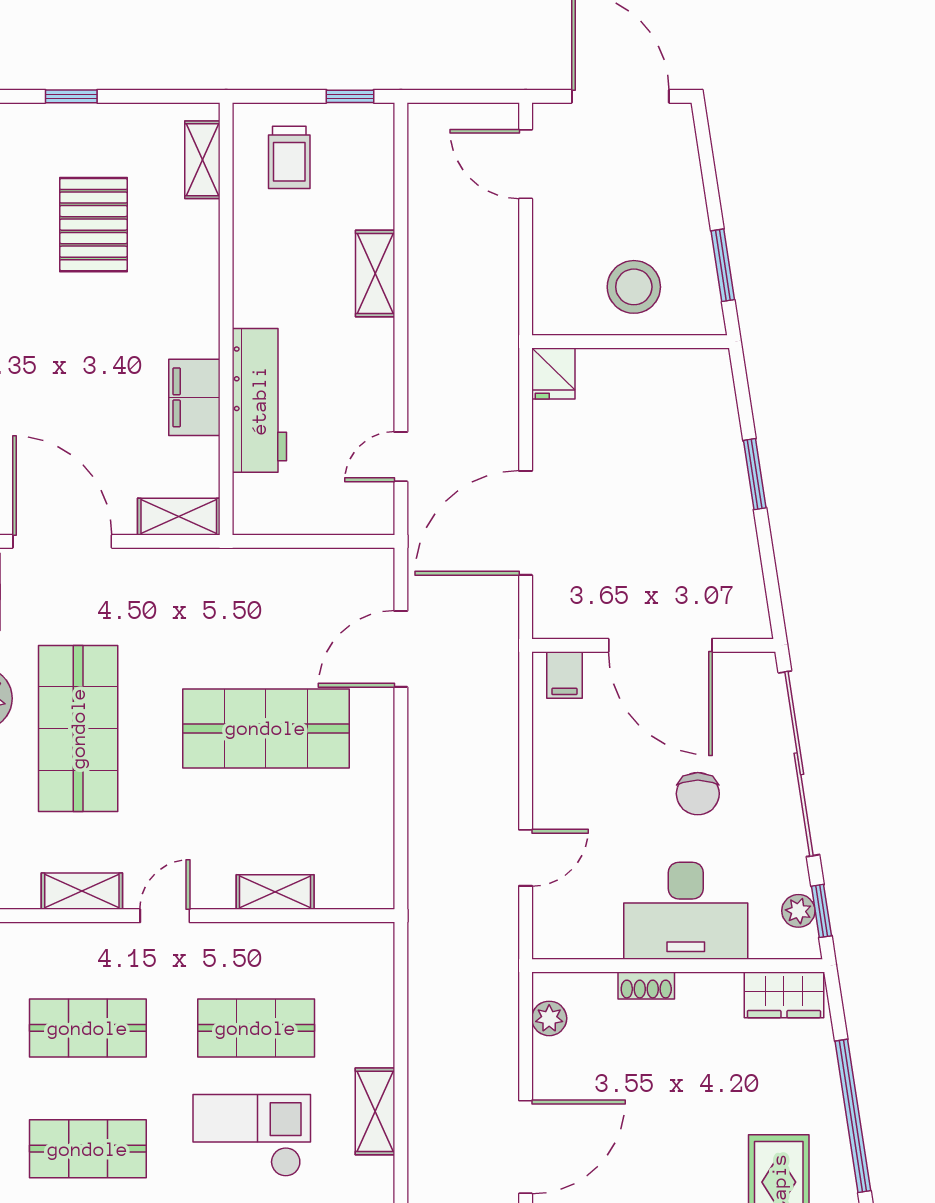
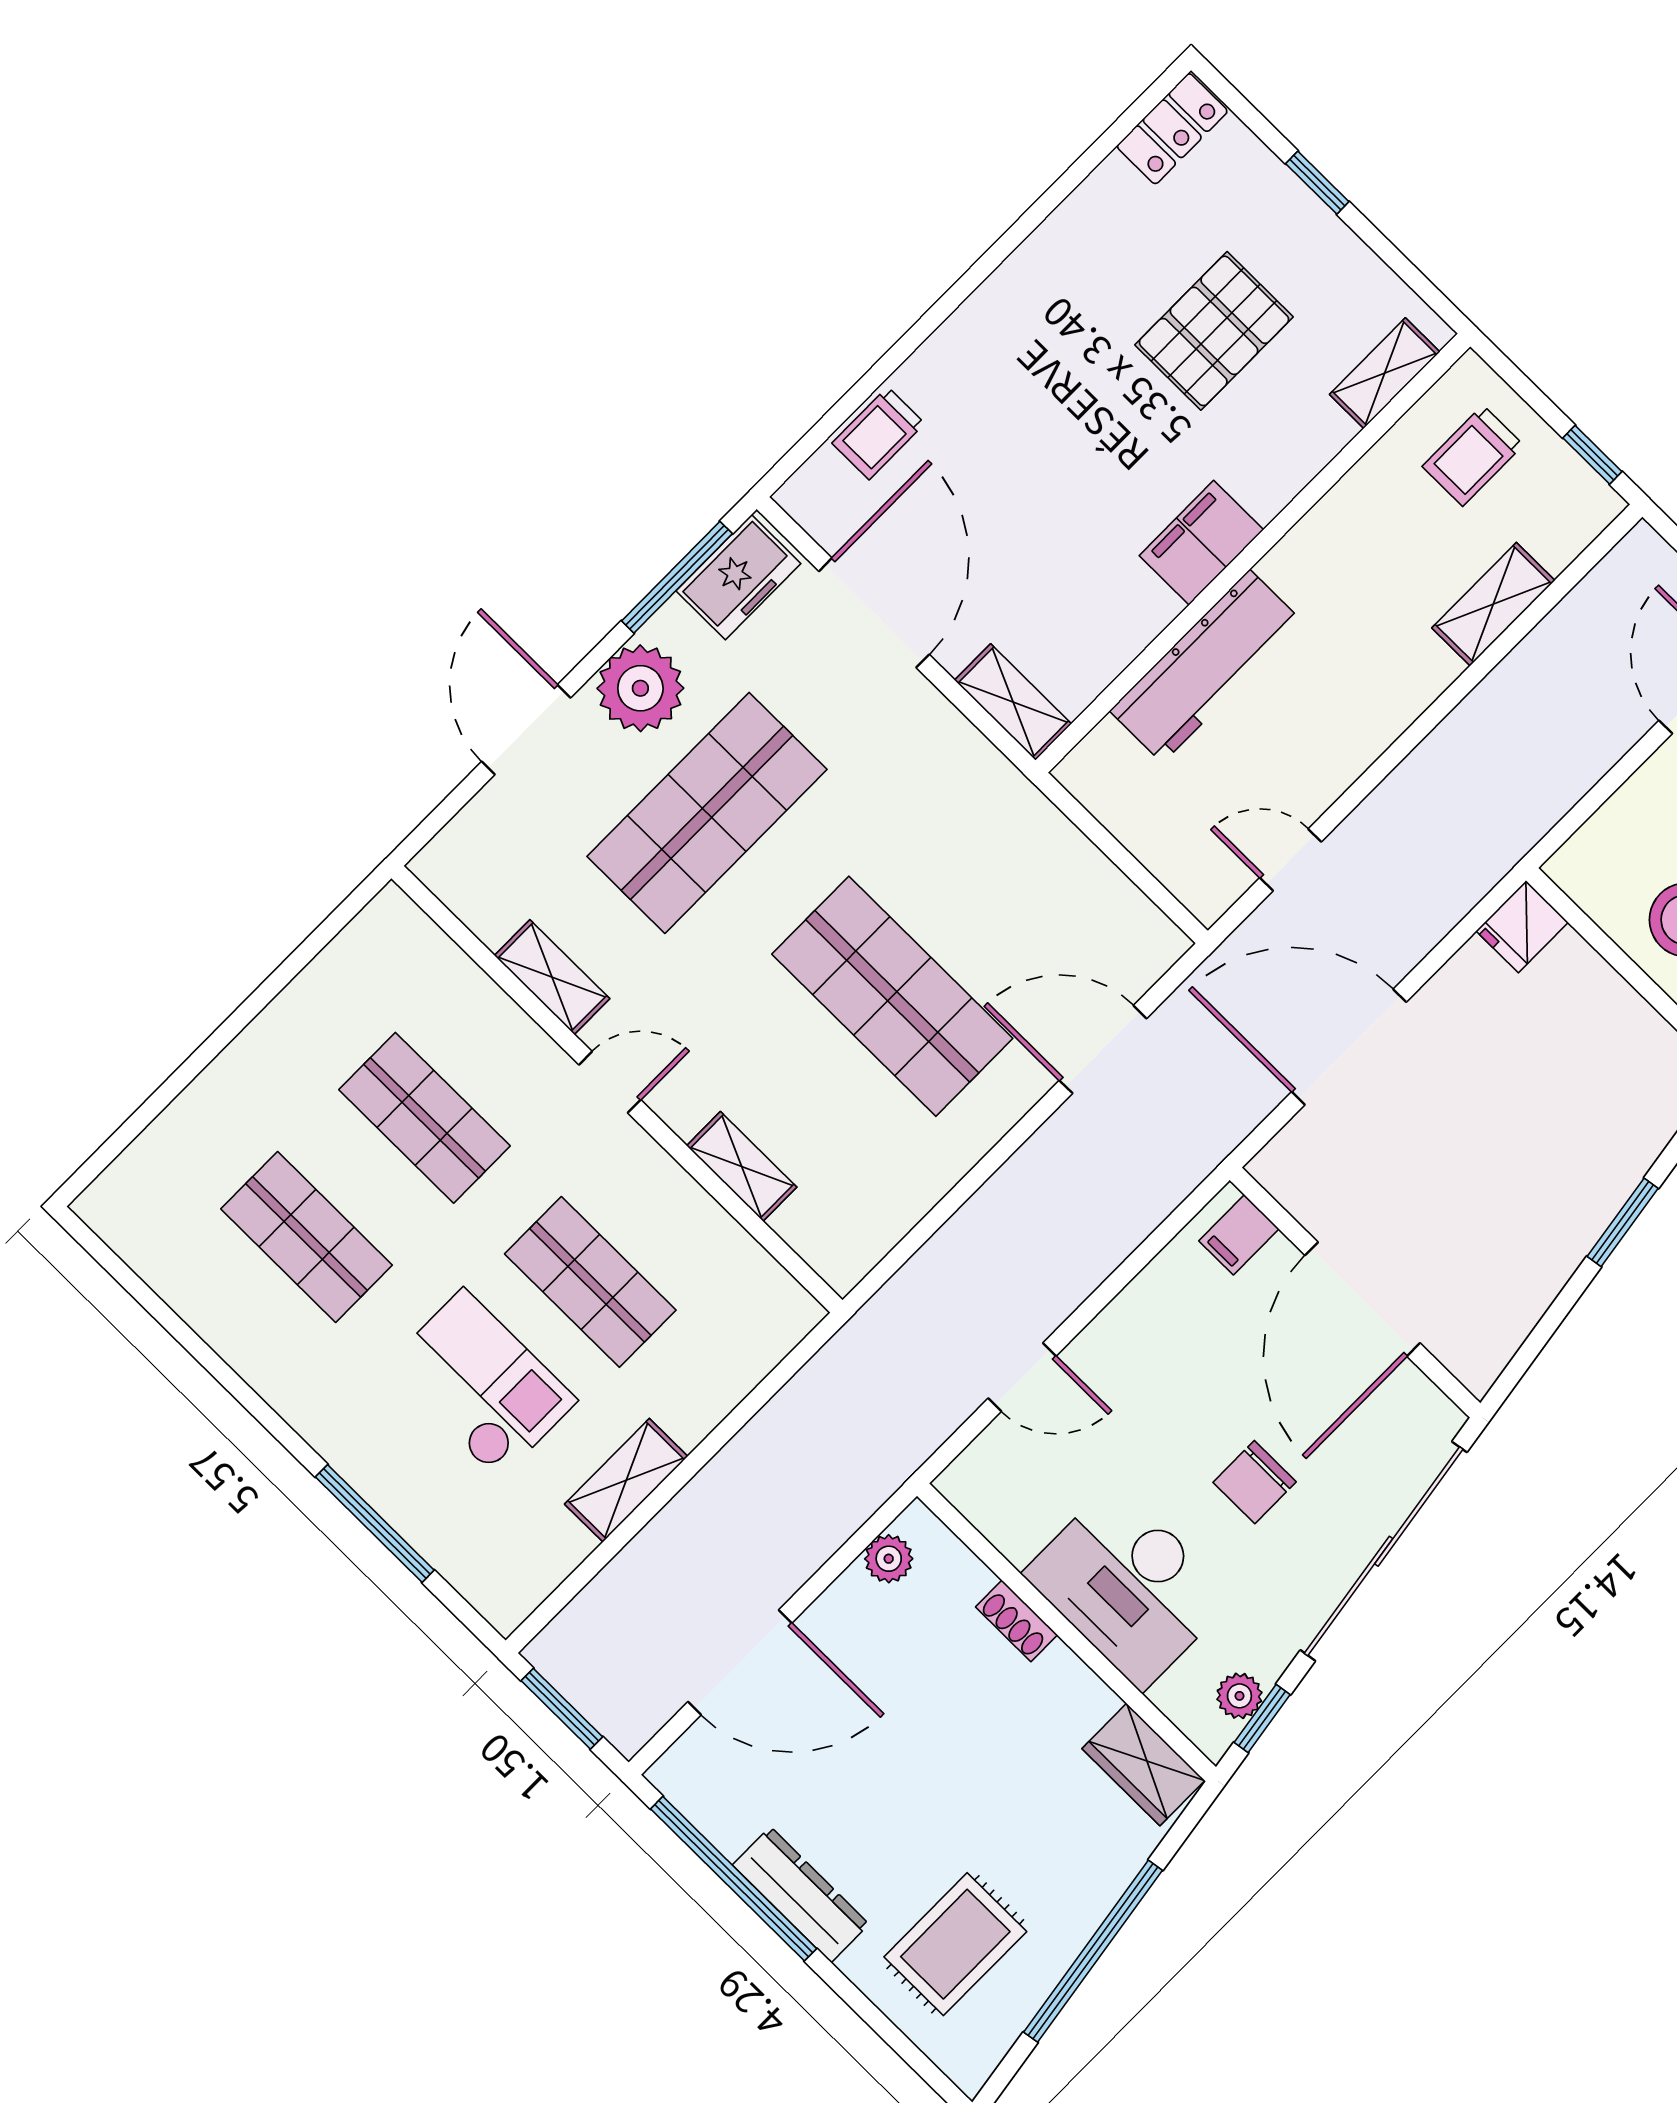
shelving: (375, 273) -> (1493, 604), moved
filing cabinet: (194, 397) -> (1201, 543), moved

